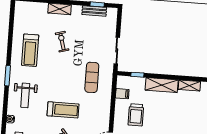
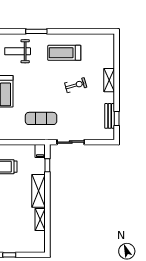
filing cabinet: (122, 94) -> (40, 151), moved

